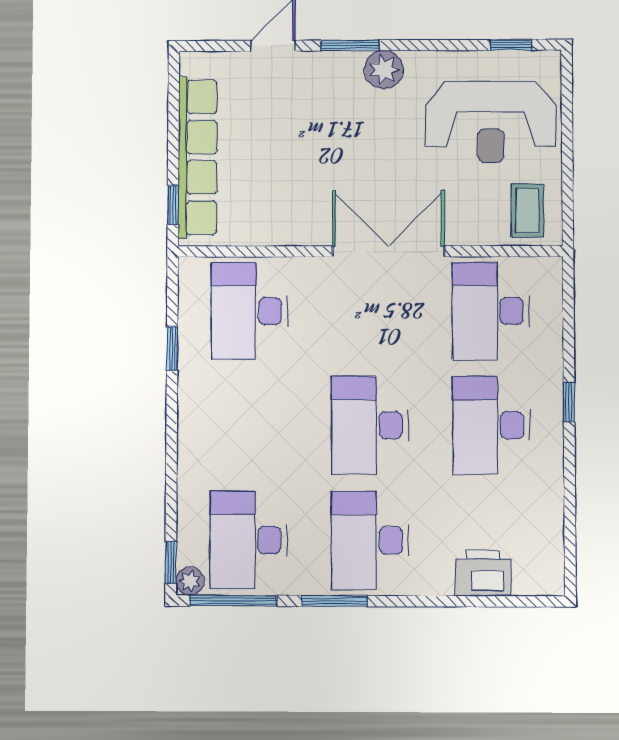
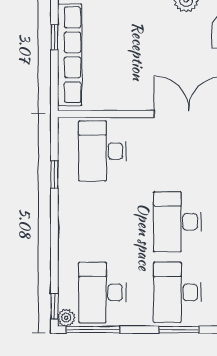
window: (173, 205) -> (54, 37), moved
window: (334, 601) -> (179, 330), moved

